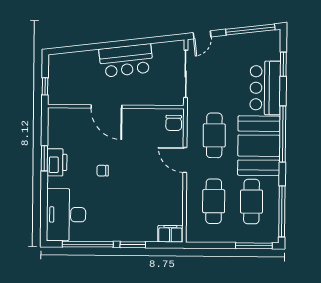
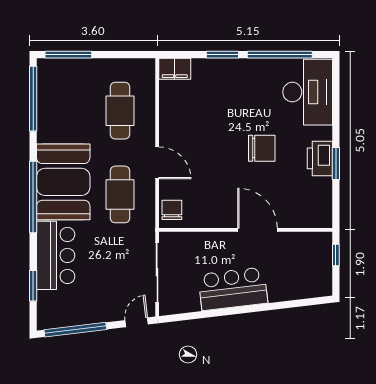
chair: (103, 171) -> (262, 148), width x1.87, depth x1.87
cafe table: (252, 202) -> (72, 111), removed

